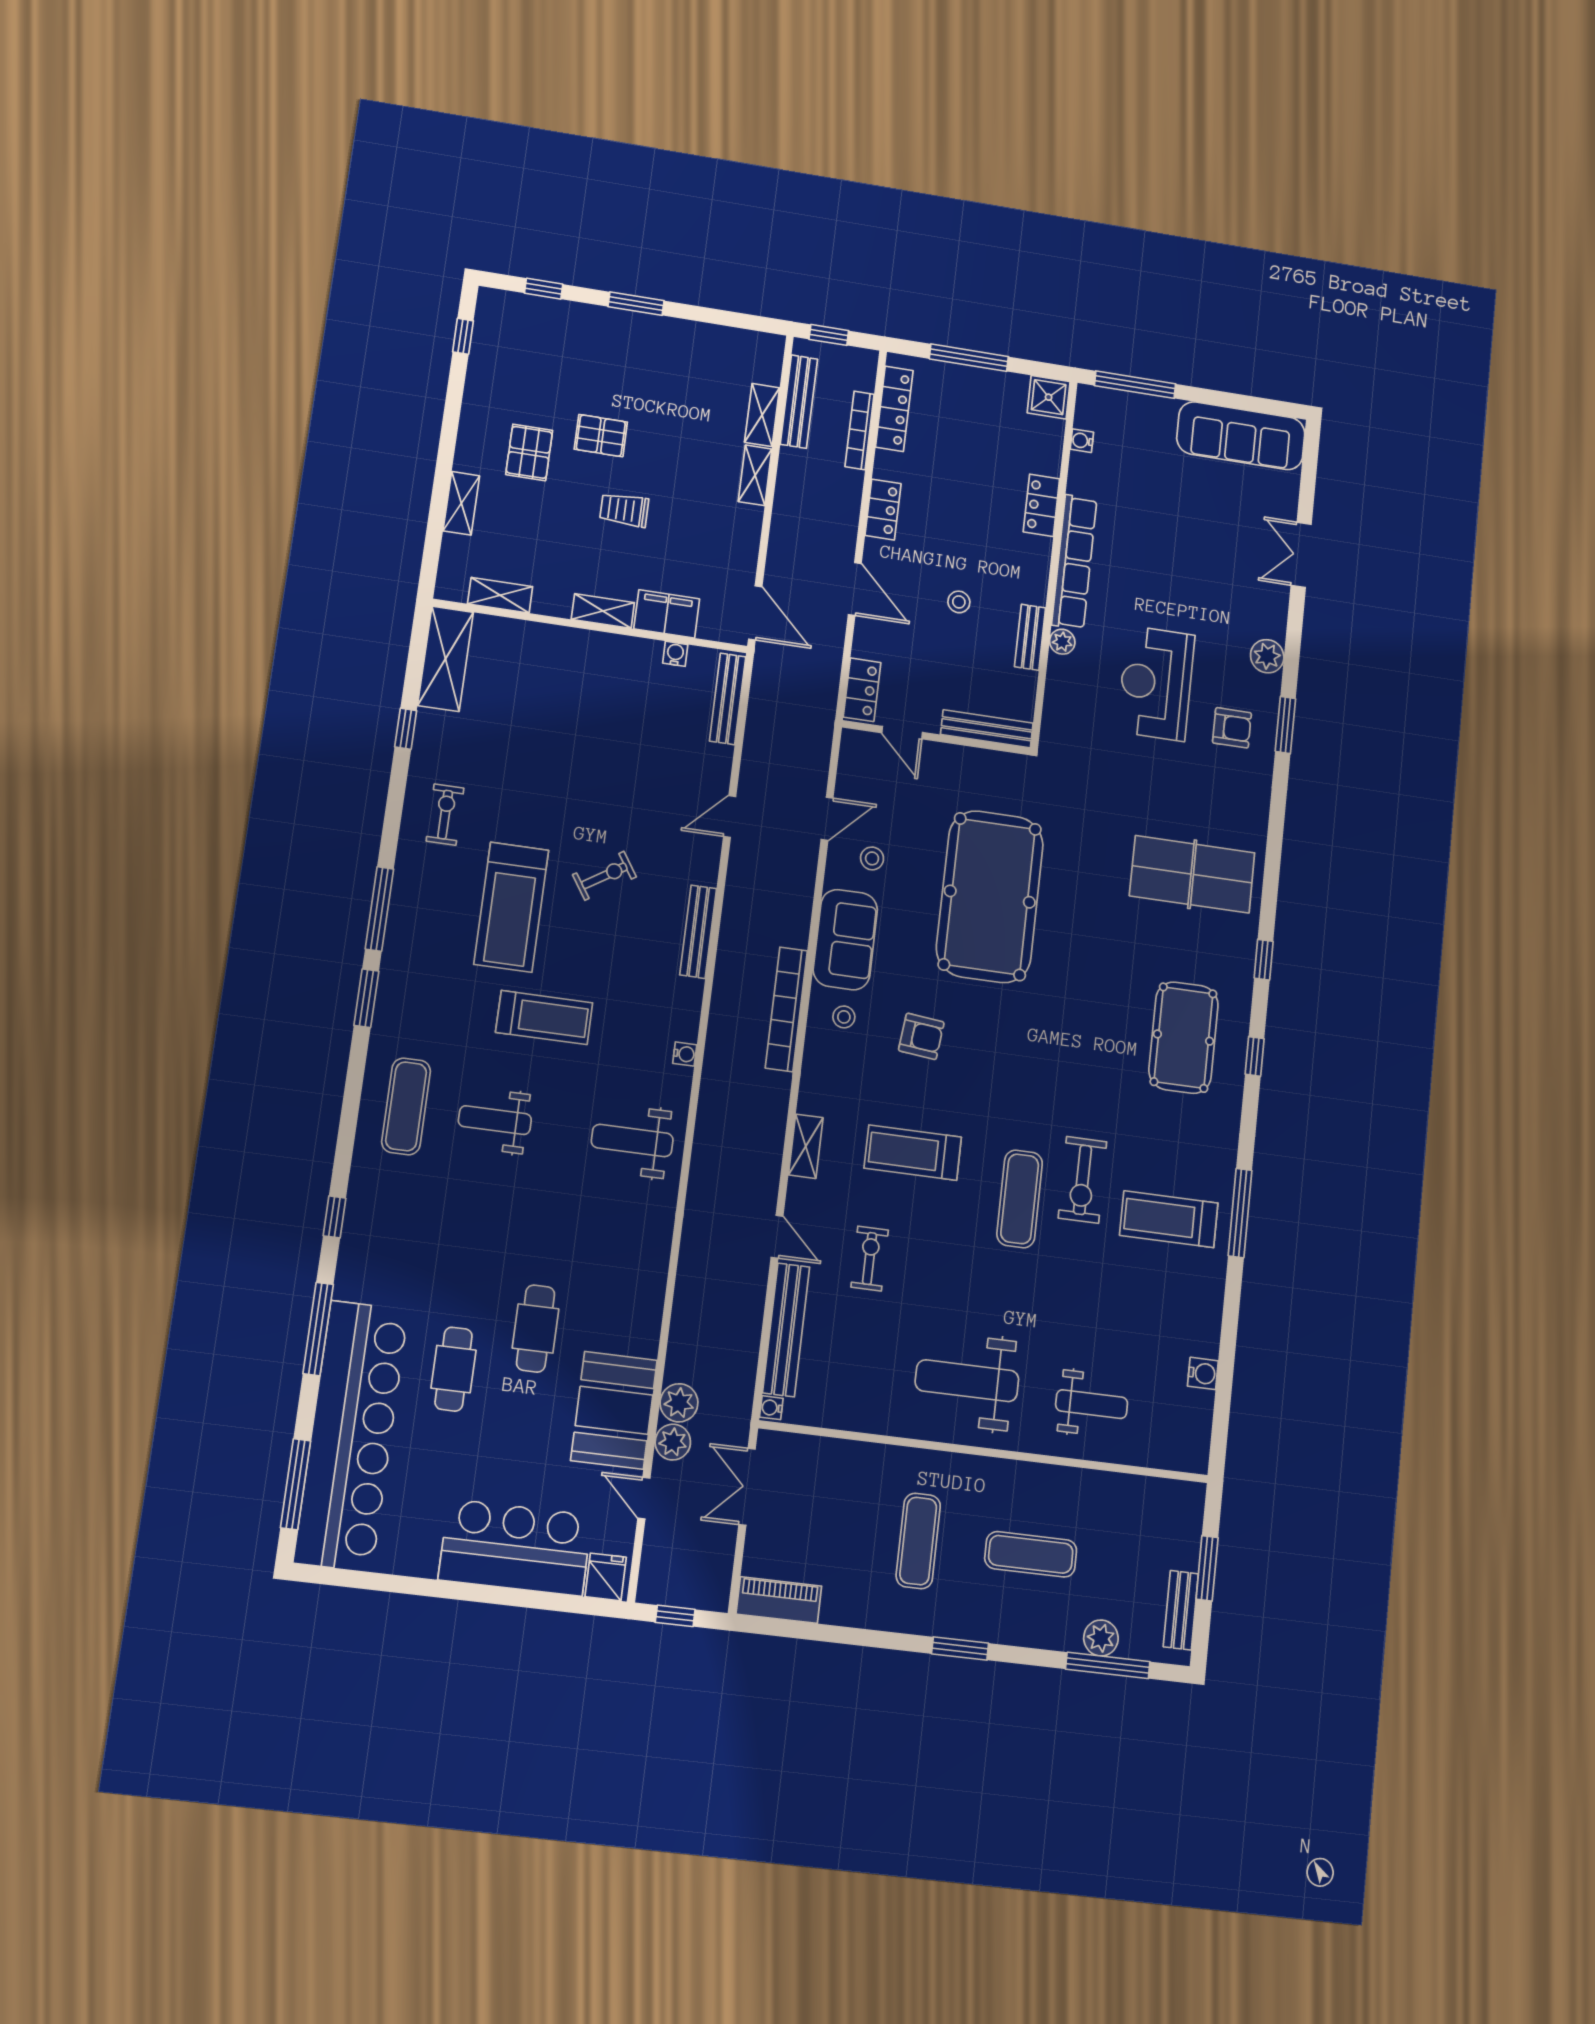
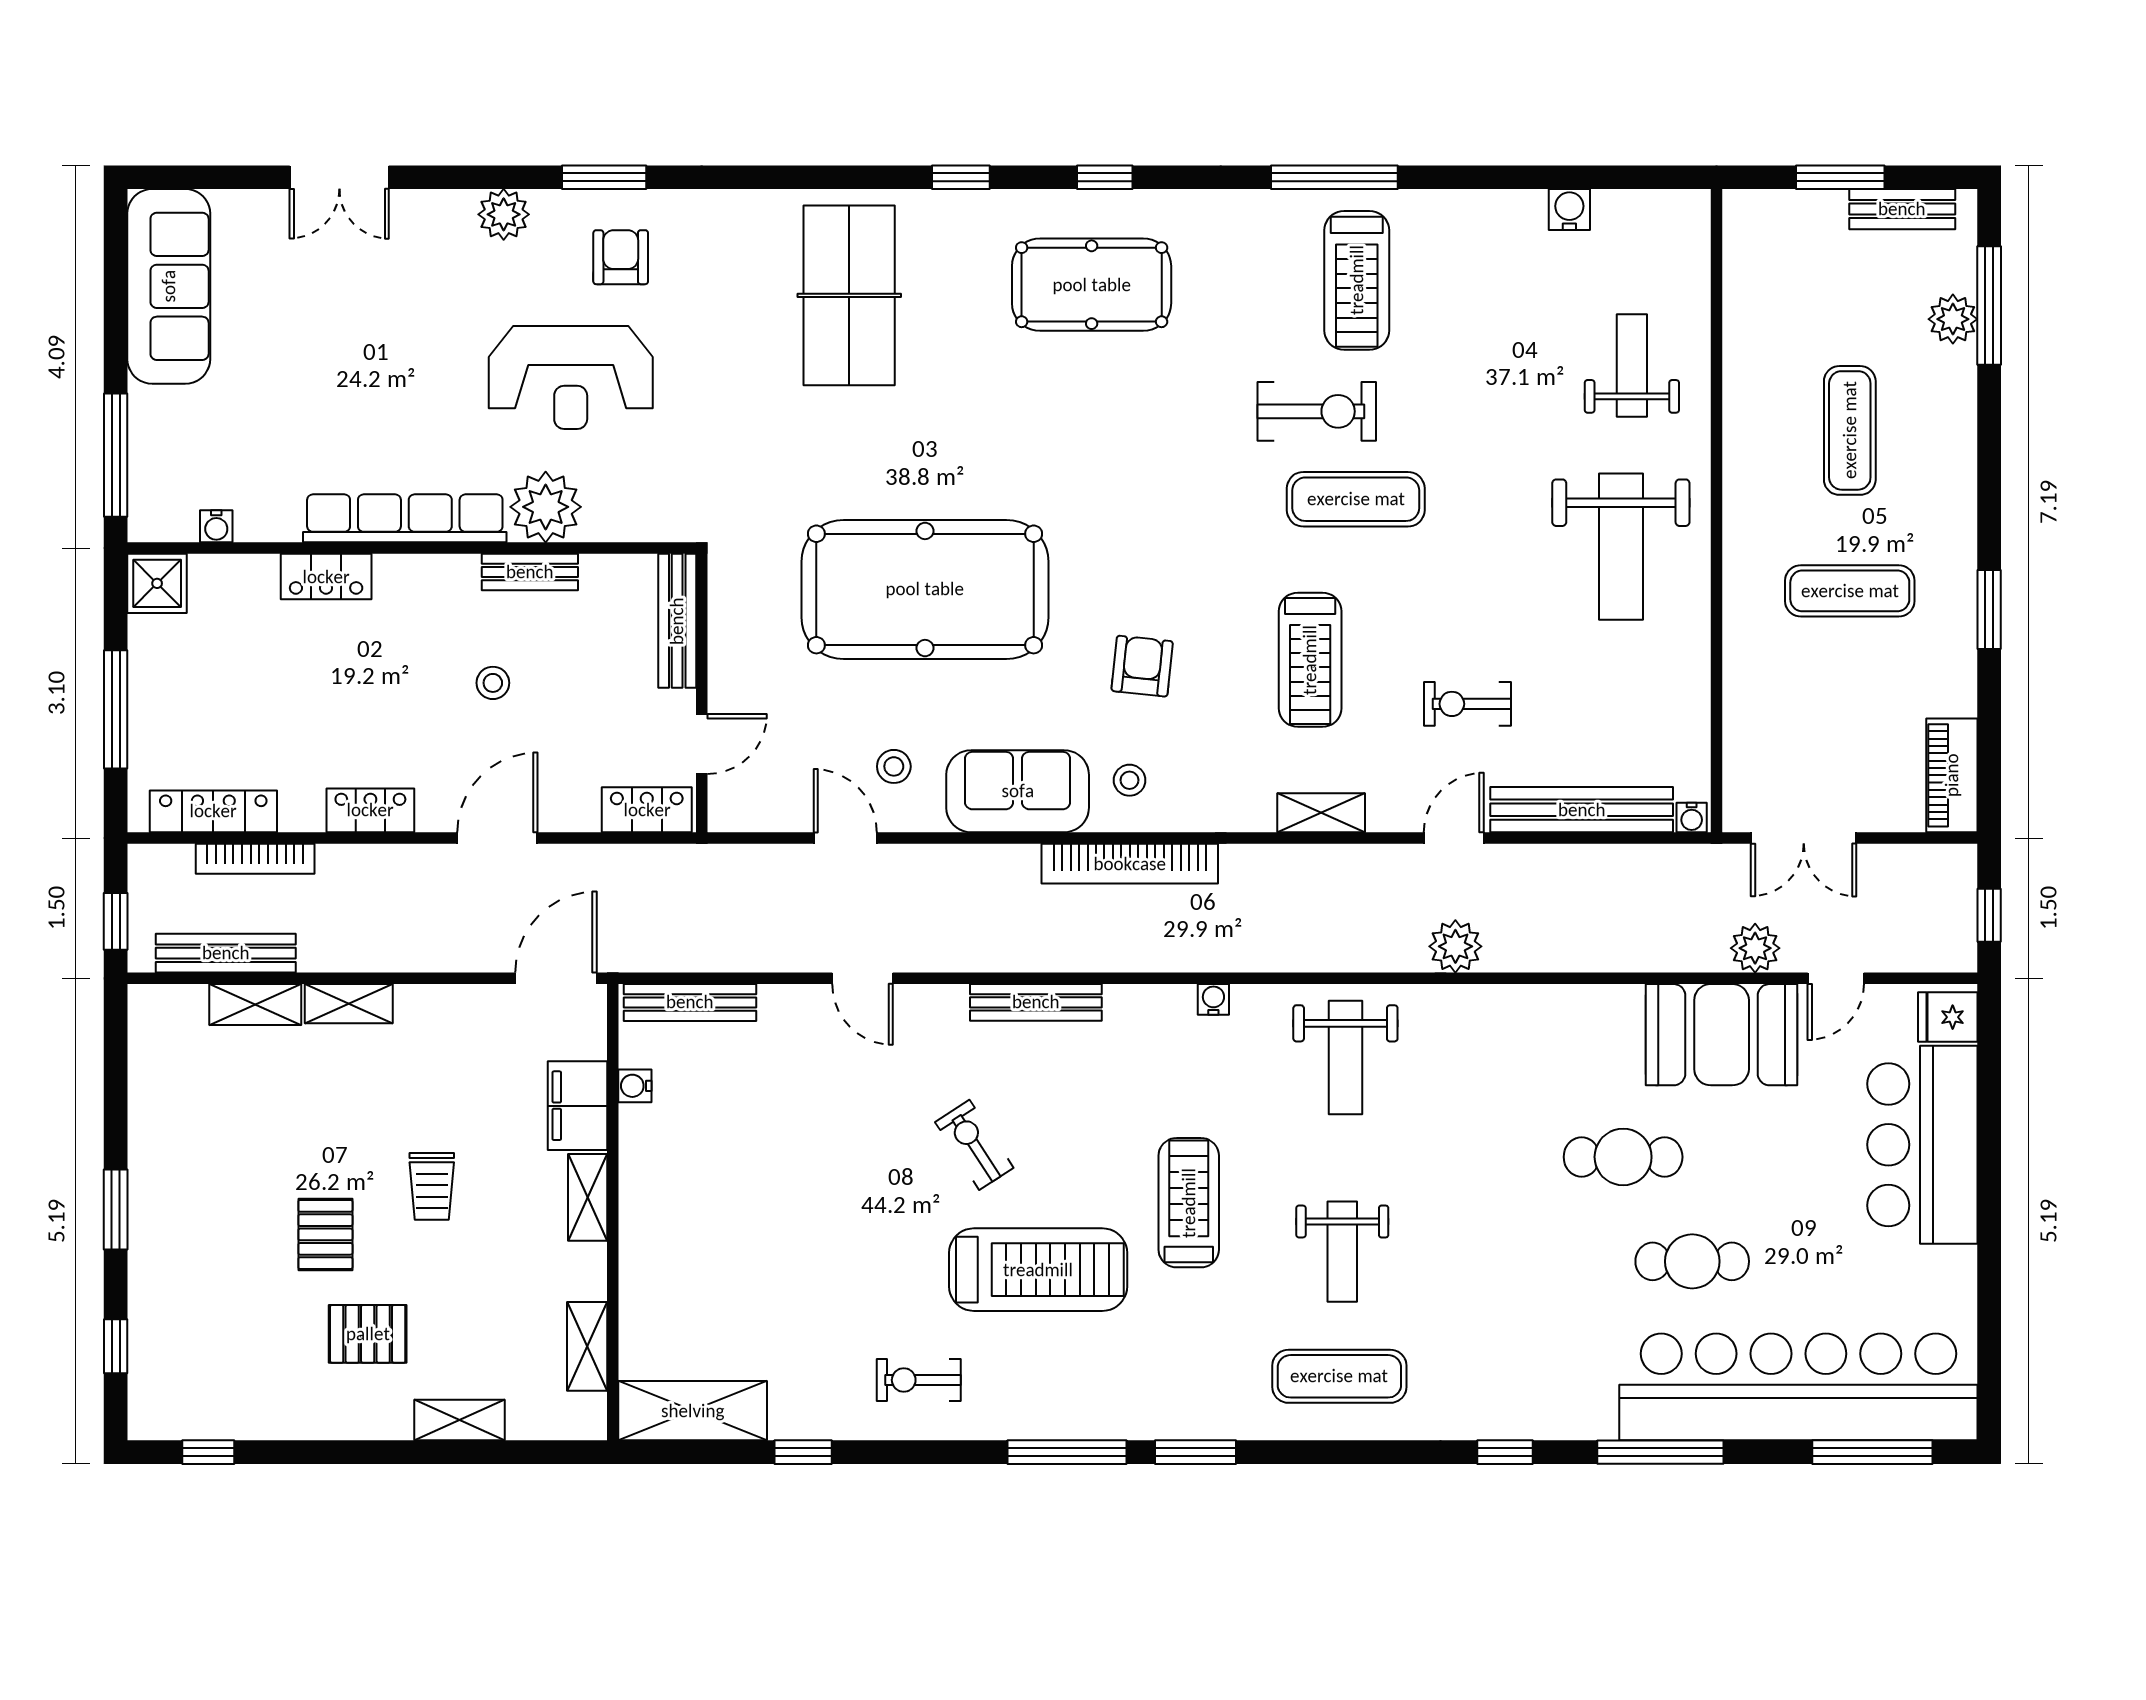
plant: (1062, 642) -> (546, 507), width x1.87, depth x1.87
plant: (679, 1403) -> (1455, 946), moved
window: (960, 1648) -> (1989, 610), moved

